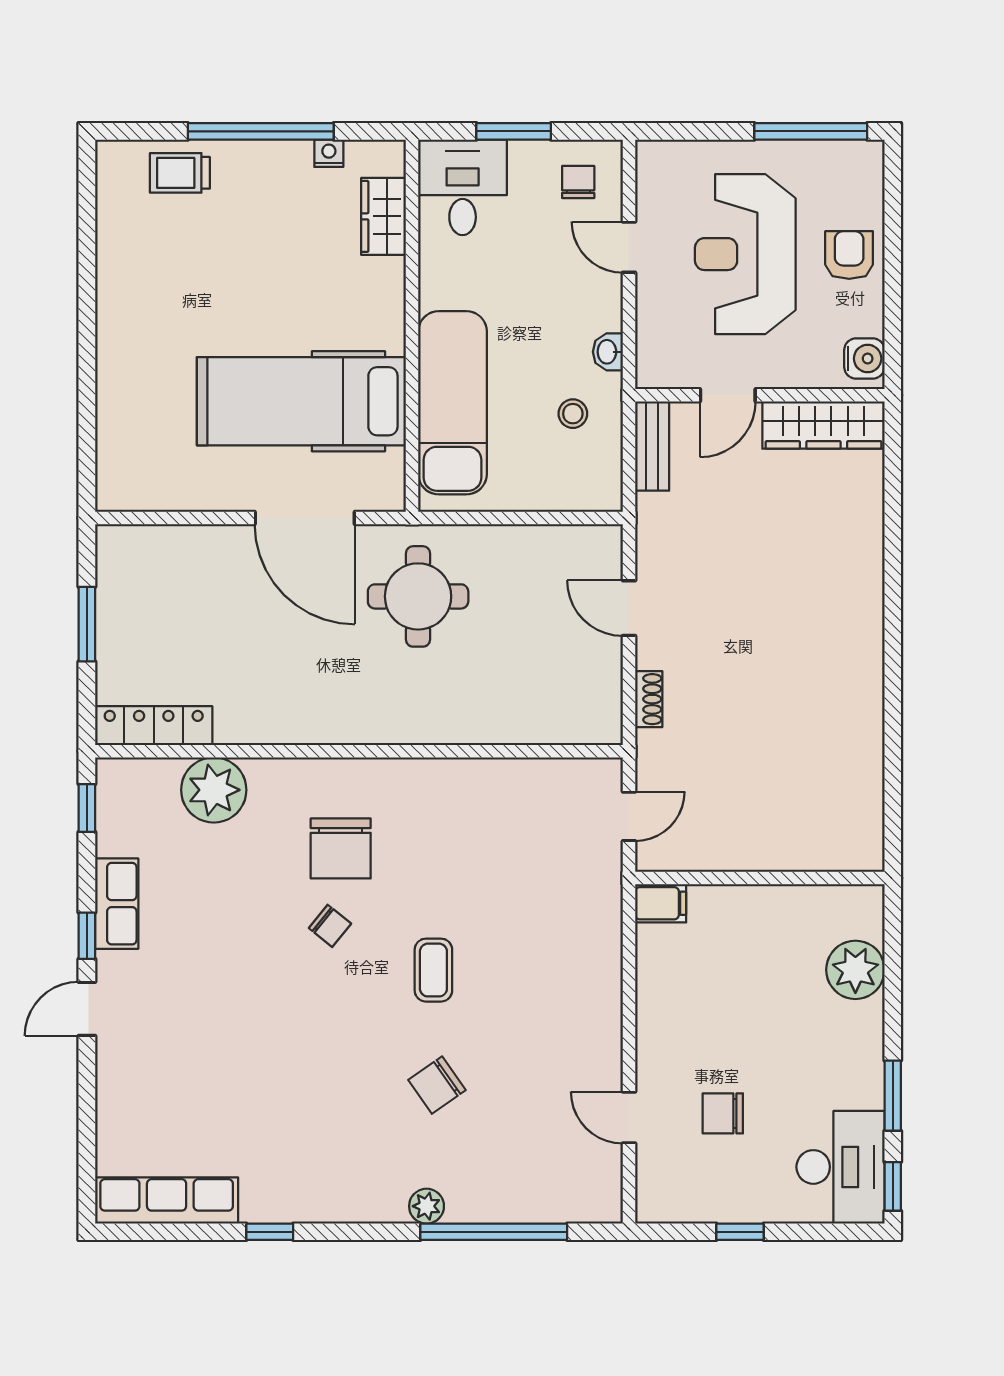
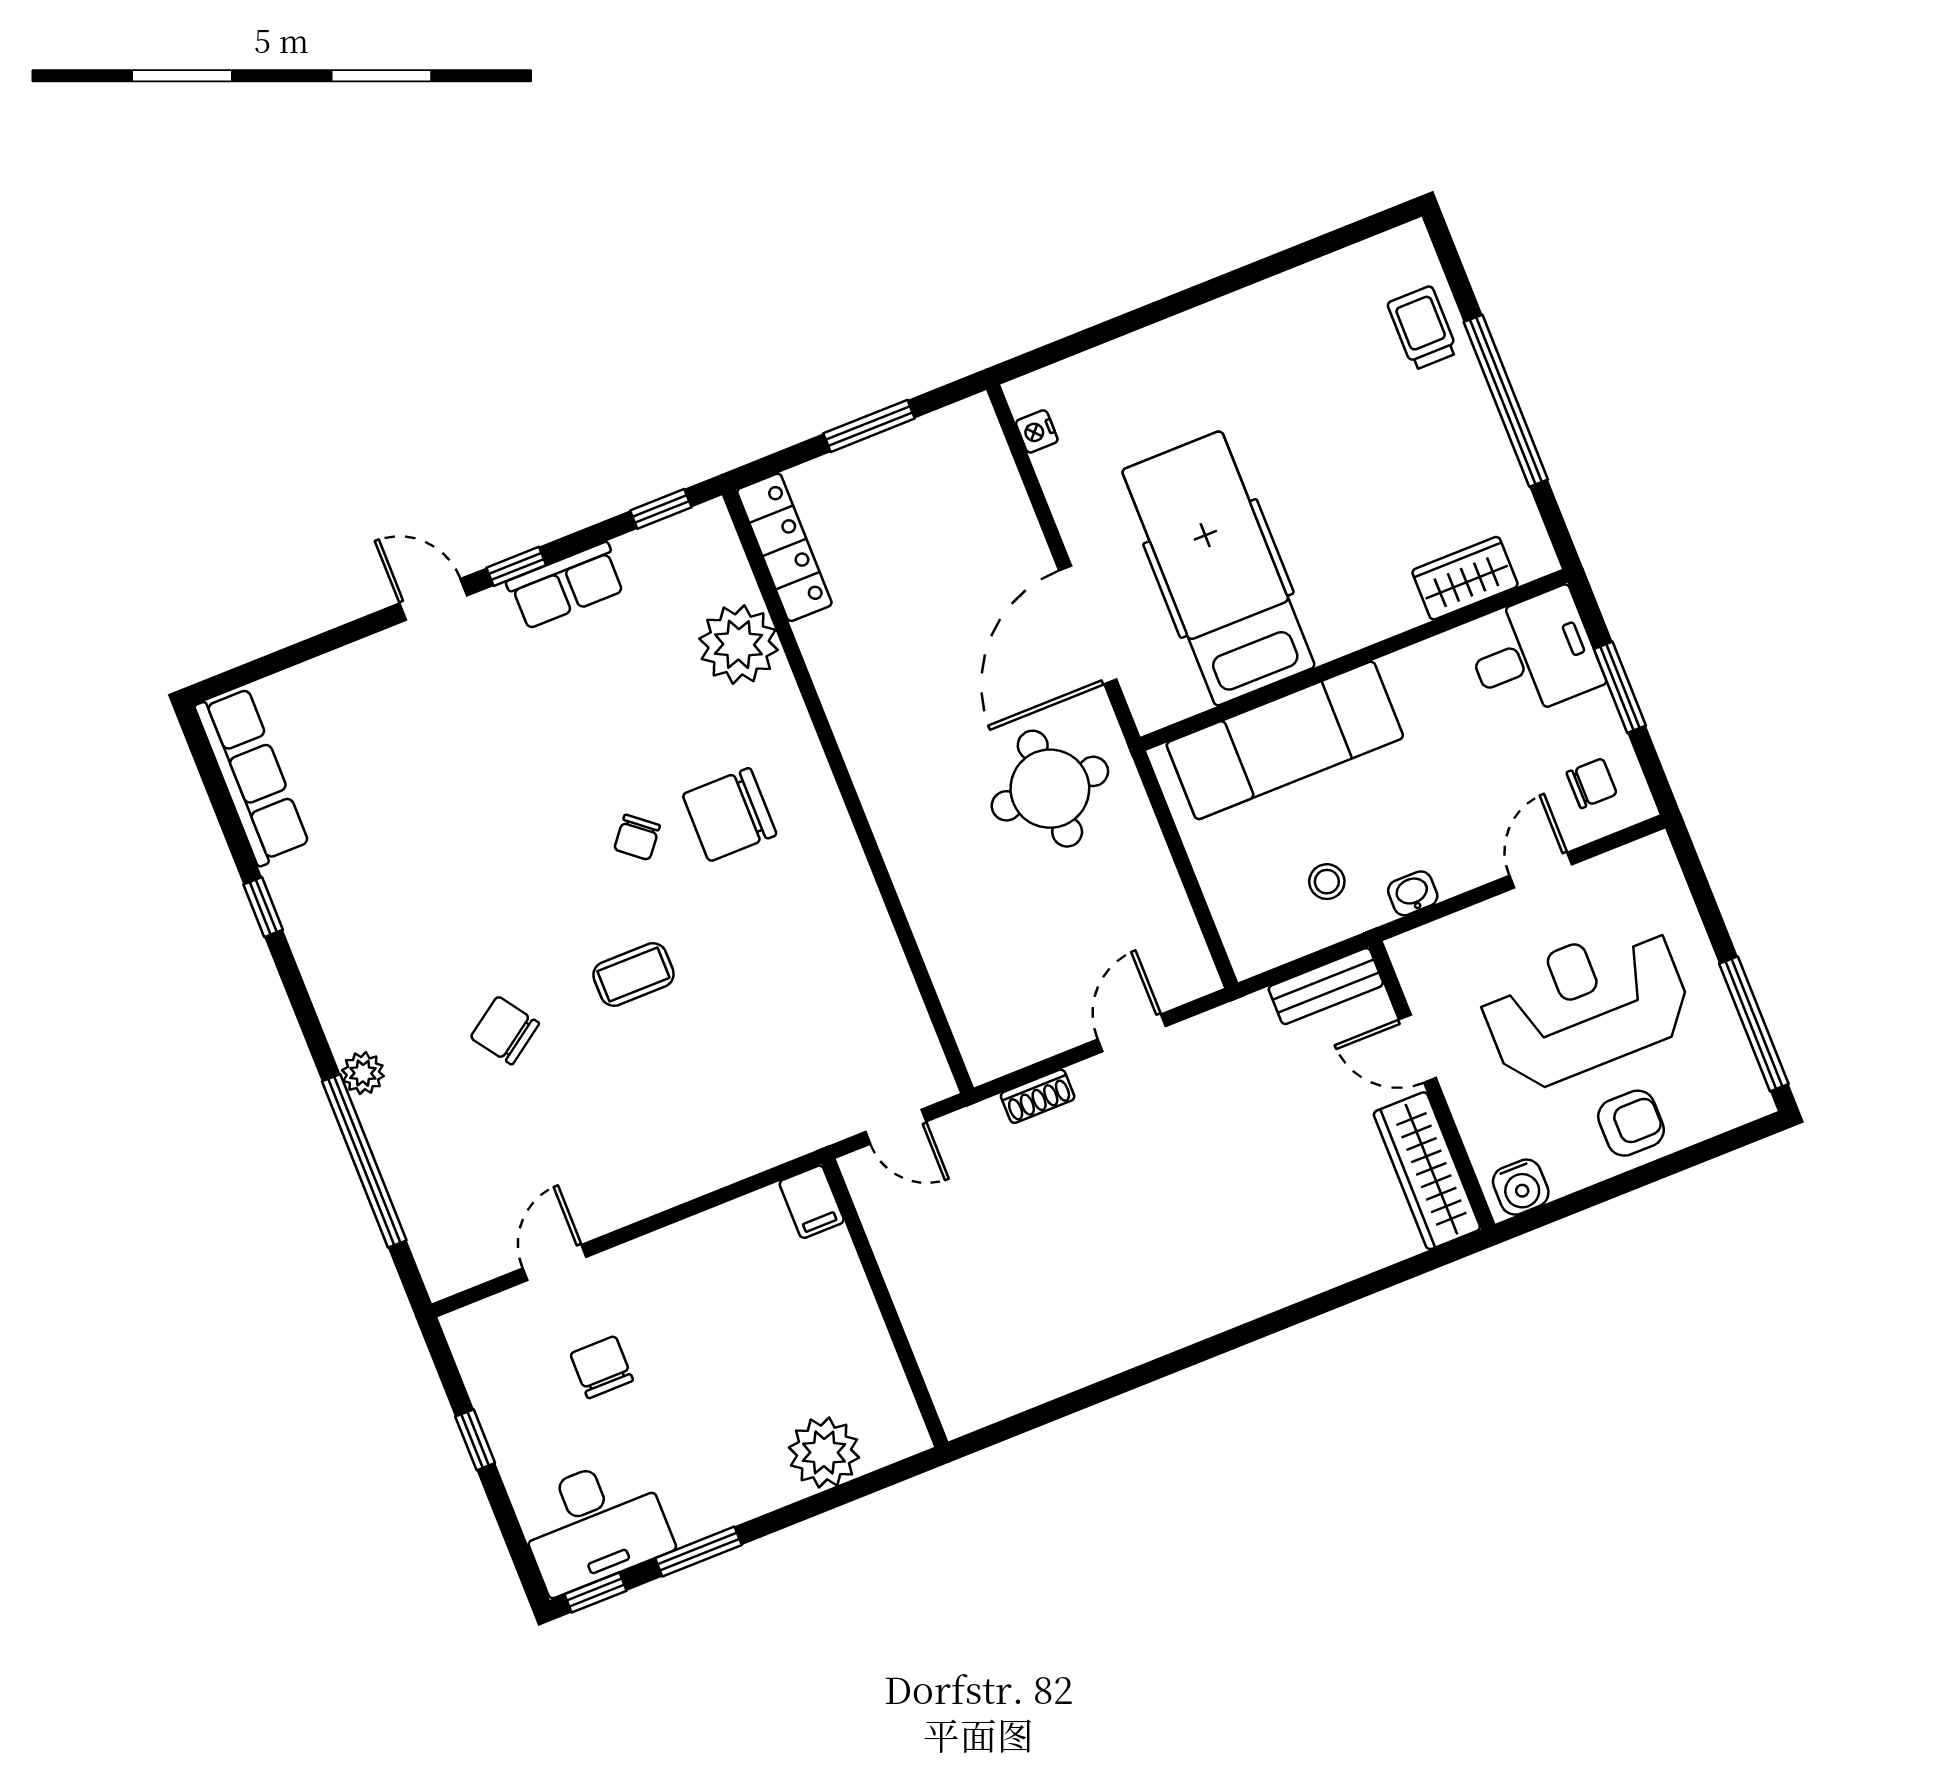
nightstand: (329, 153) -> (1037, 431), moved, turned 180

